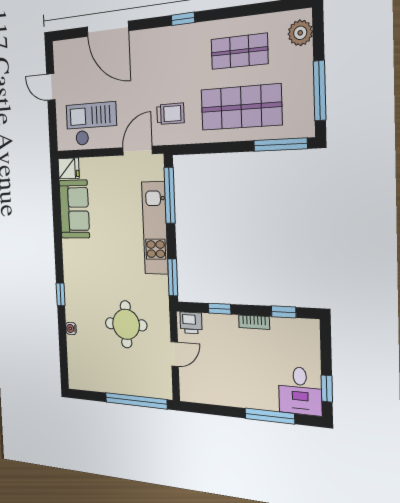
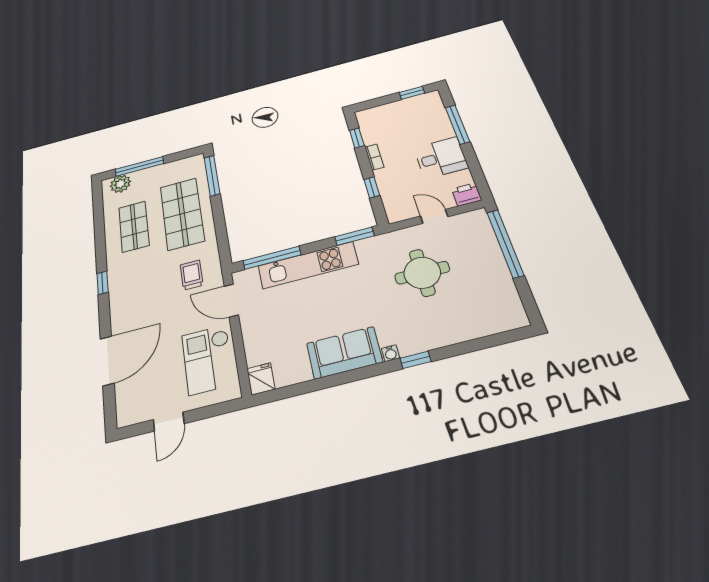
window: (320, 91) -> (139, 166), moved
sofa: (74, 209) -> (344, 353), moved
printer: (191, 323) -> (467, 195), moved, turned -90
water cooler: (71, 329) -> (391, 353), moved
desk: (300, 391) -> (441, 158), moved

